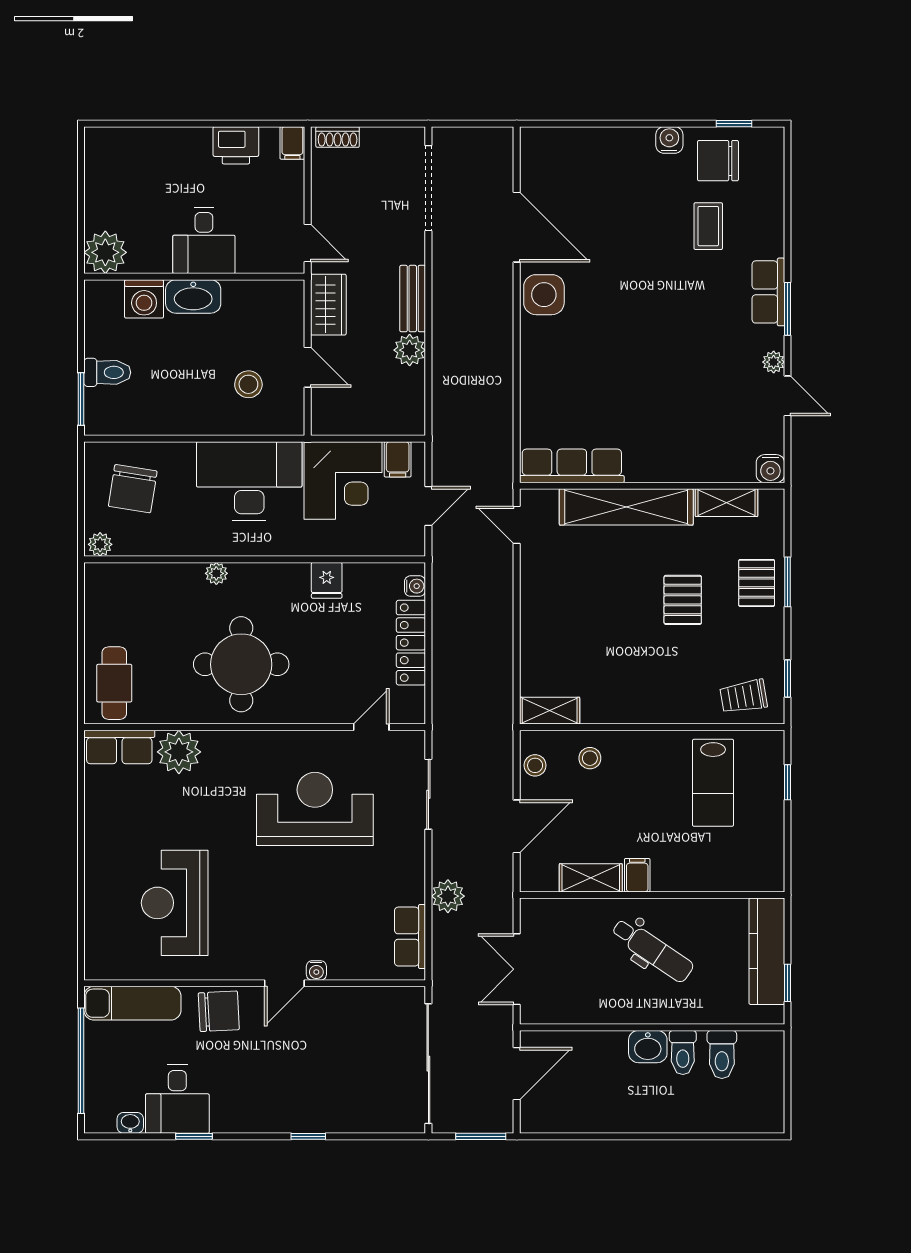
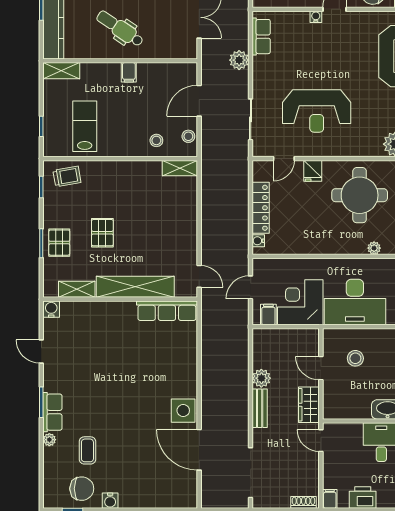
plant: (774, 362) -> (49, 440), moved
fridge: (327, 580) -> (313, 171), moved, turned 180
shelving: (591, 878) -> (61, 71), moved

